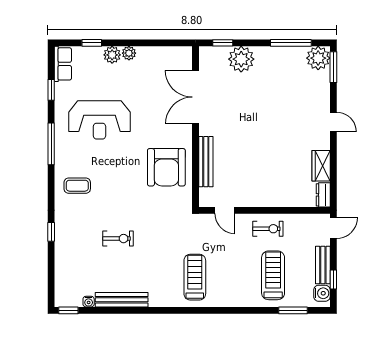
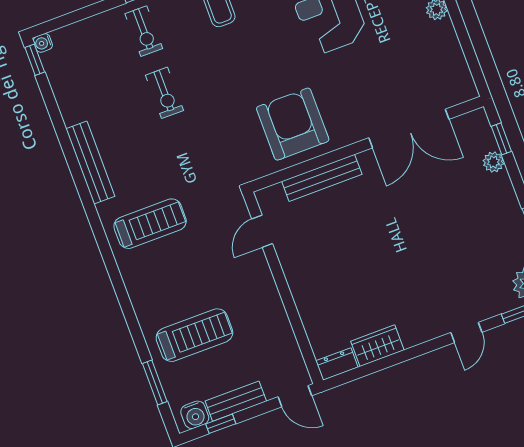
plant: (241, 59) -> (493, 162), width x0.53, depth x0.53
double door: (195, 97) -> (409, 129), swing flipped
door: (333, 122) -> (466, 332), moved
armchair: (166, 167) -> (293, 124), turned 90
exercise bike: (268, 229) -> (144, 31), moved
bench: (122, 300) -> (90, 163), moved
water cooler: (89, 302) -> (43, 43), moved

